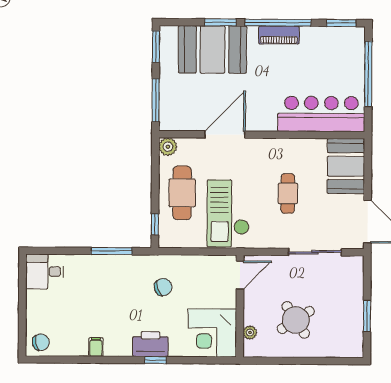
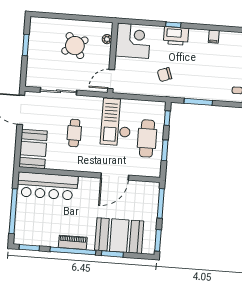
plant: (168, 147) -> (155, 171), removed
window: (155, 178) -> (165, 150), added
checkout: (228, 213) -> (116, 122), turned 180

